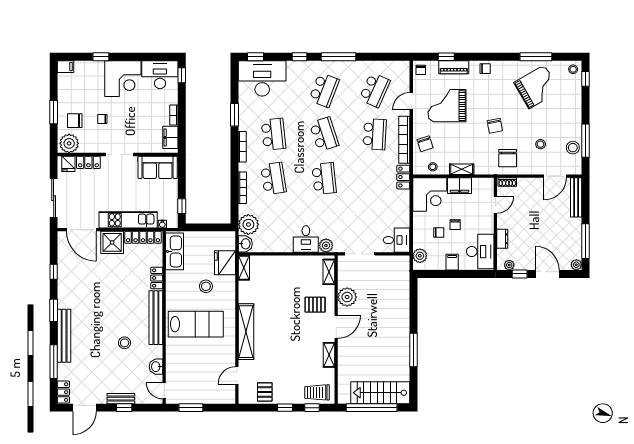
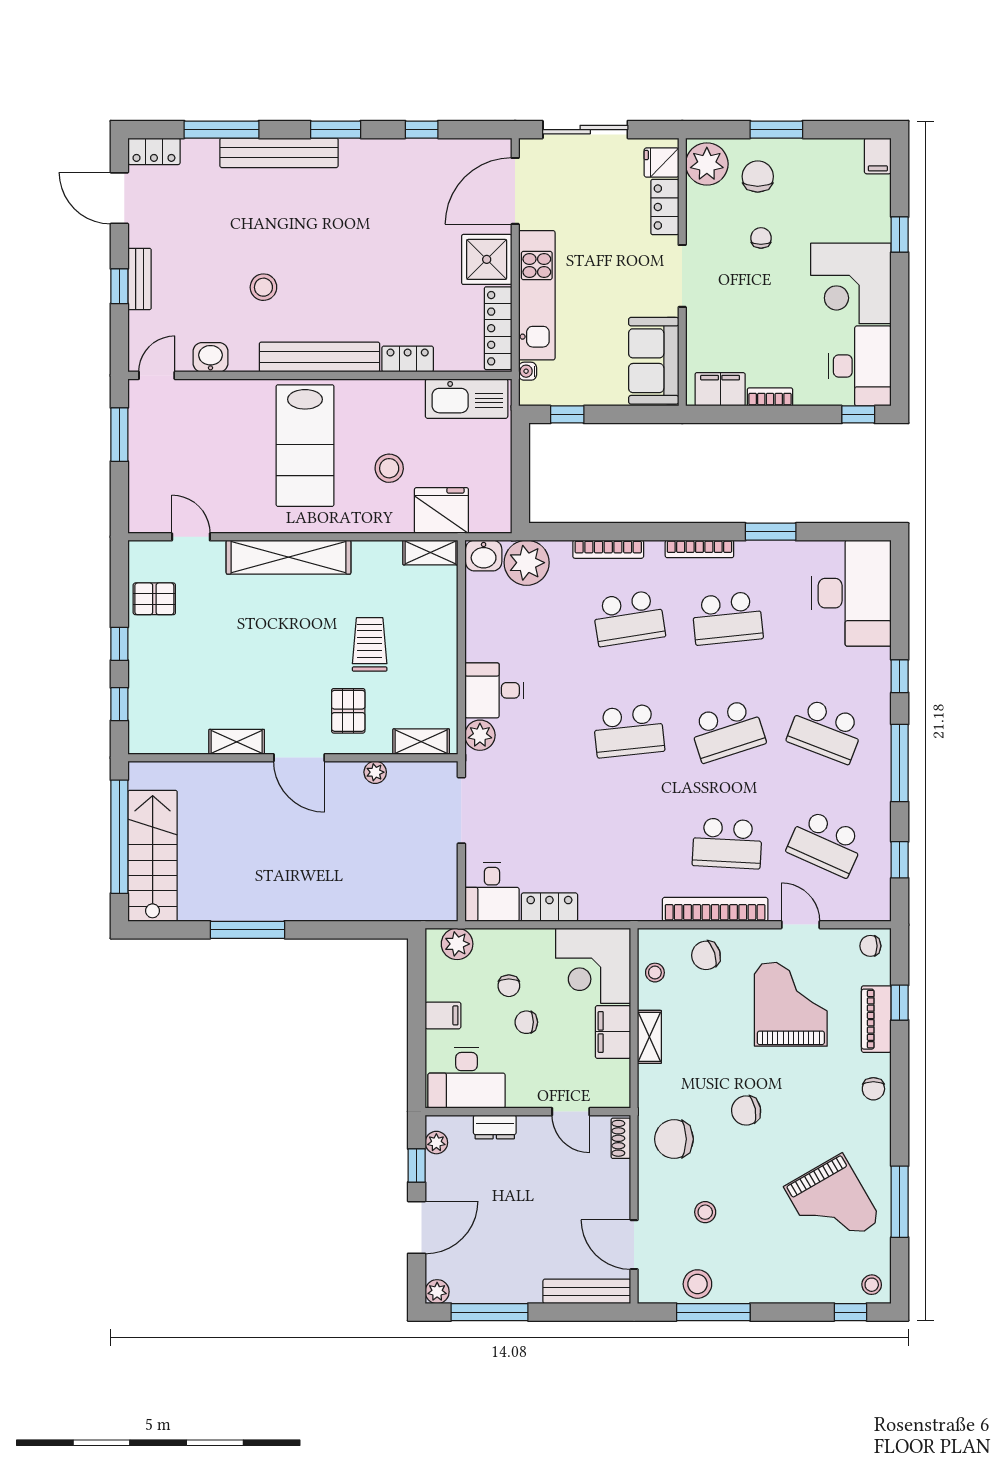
window: (255, 57) -> (900, 860), moved
locker: (403, 177) -> (549, 907), moved
plant: (347, 297) -> (375, 772), width x0.53, depth x0.53
trolley: (317, 392) -> (370, 644), moved

